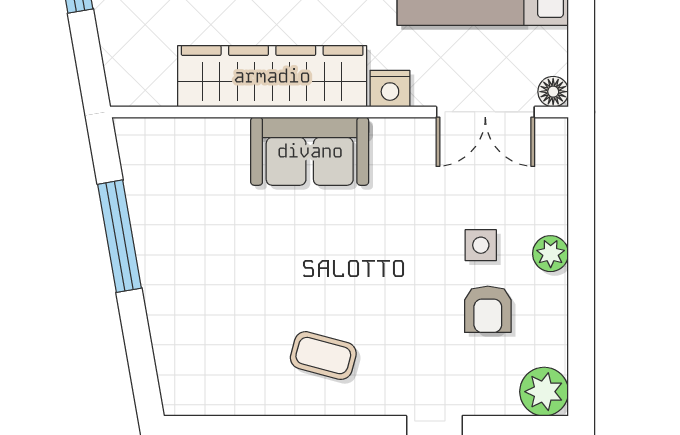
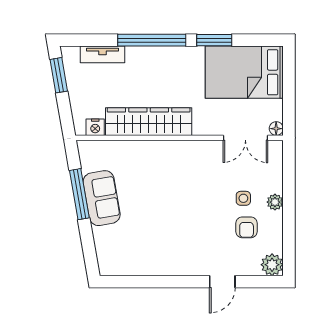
nightstand: (390, 89) -> (95, 127), moved
sofa: (310, 151) -> (102, 198), moved, turned -100
coffee table: (323, 356) -> (172, 248), removed

